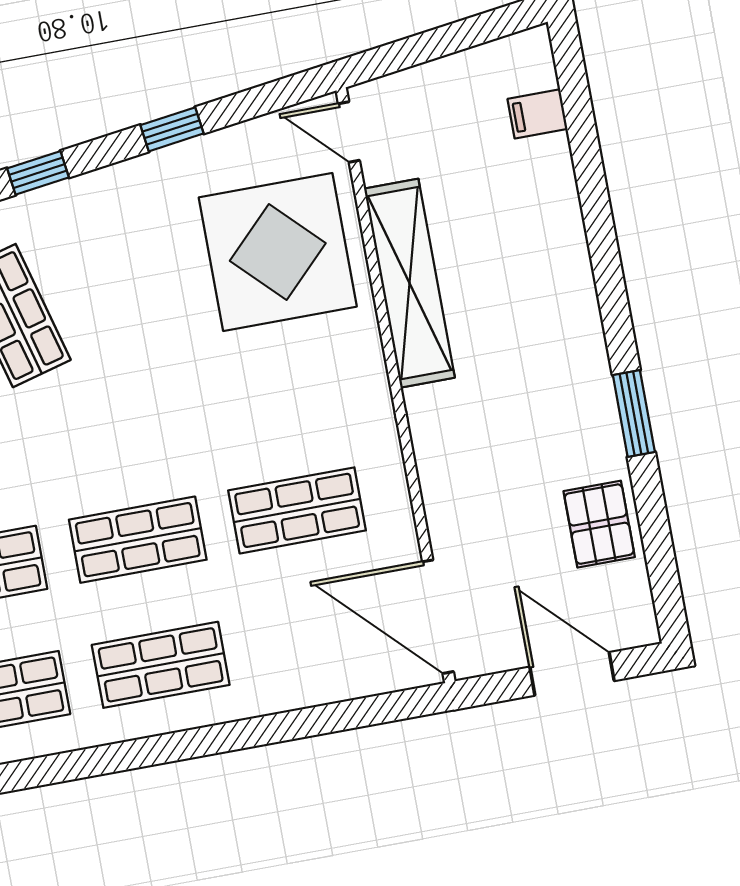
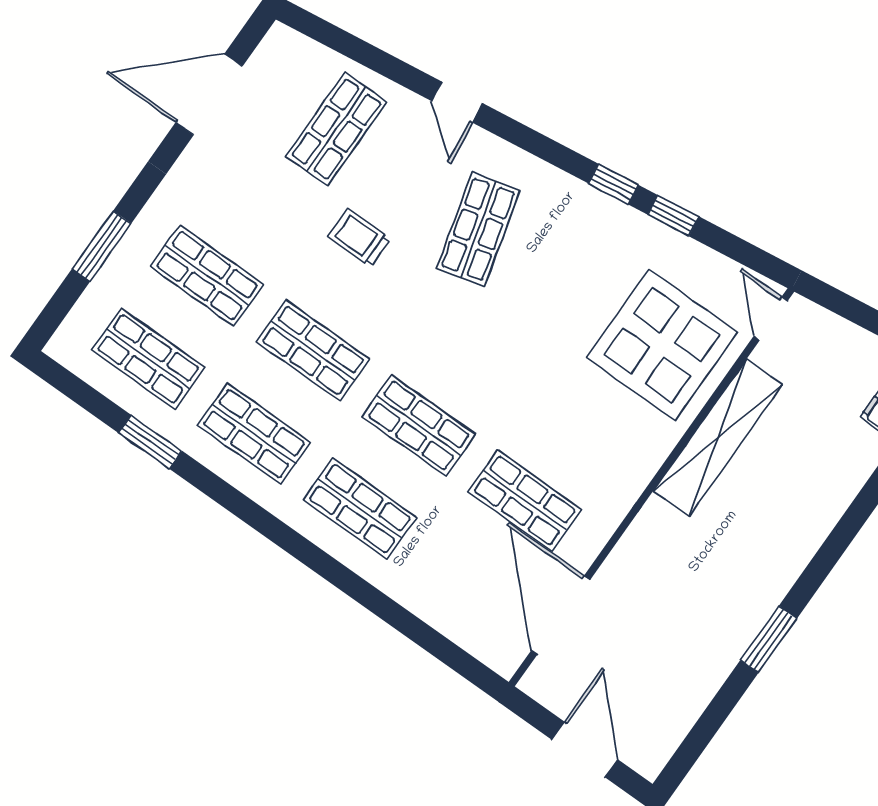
window: (38, 173) -> (613, 184), moved
pallet: (599, 524) -> (686, 681), removed
door: (438, 617) -> (561, 615), moved

